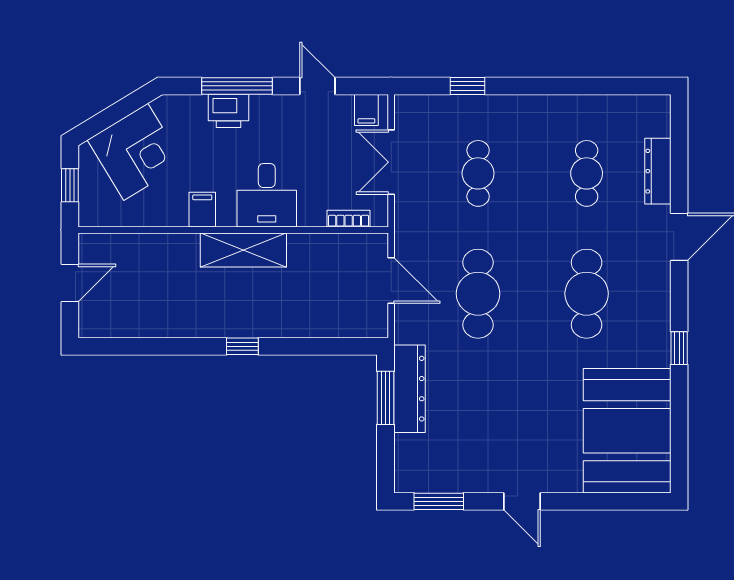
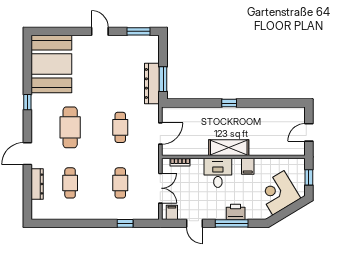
door: (391, 280) -> (160, 133), swing flipped
cafe table: (478, 294) -> (120, 127), width x0.73, depth x0.74

